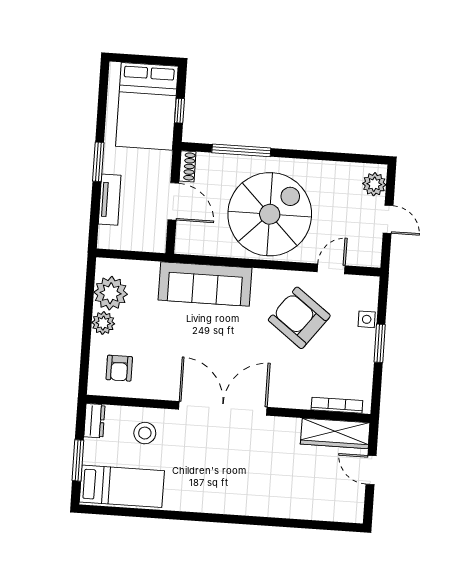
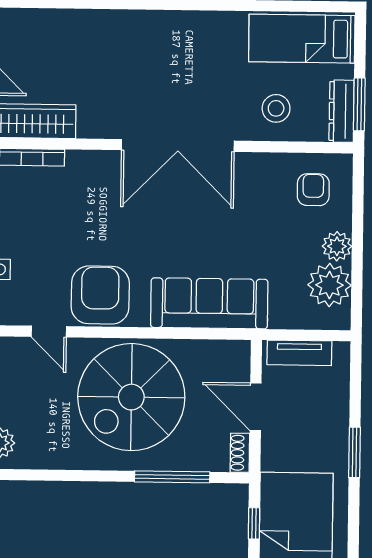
tv unit: (110, 200) -> (299, 353), moved, turned -90
door: (331, 269) -> (49, 332), hinge flipped
armchair: (299, 318) -> (100, 295), moved, turned -127
dresser: (94, 421) -> (342, 111), width x1.44
window: (78, 460) -> (359, 104), moved

